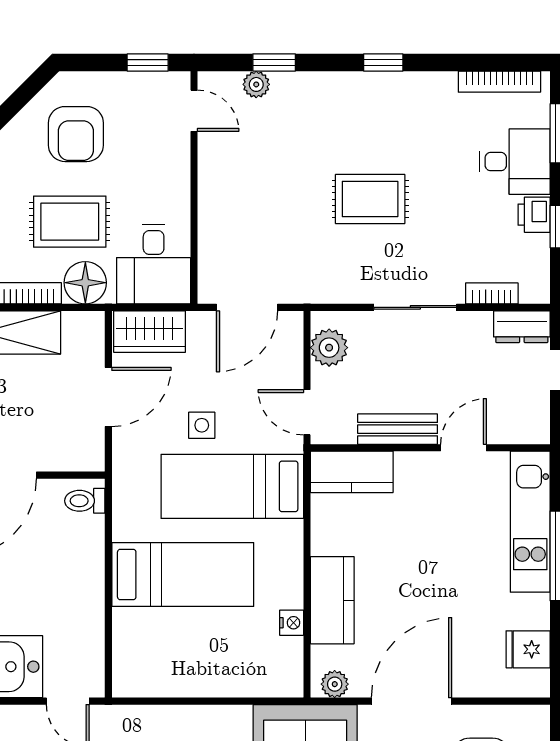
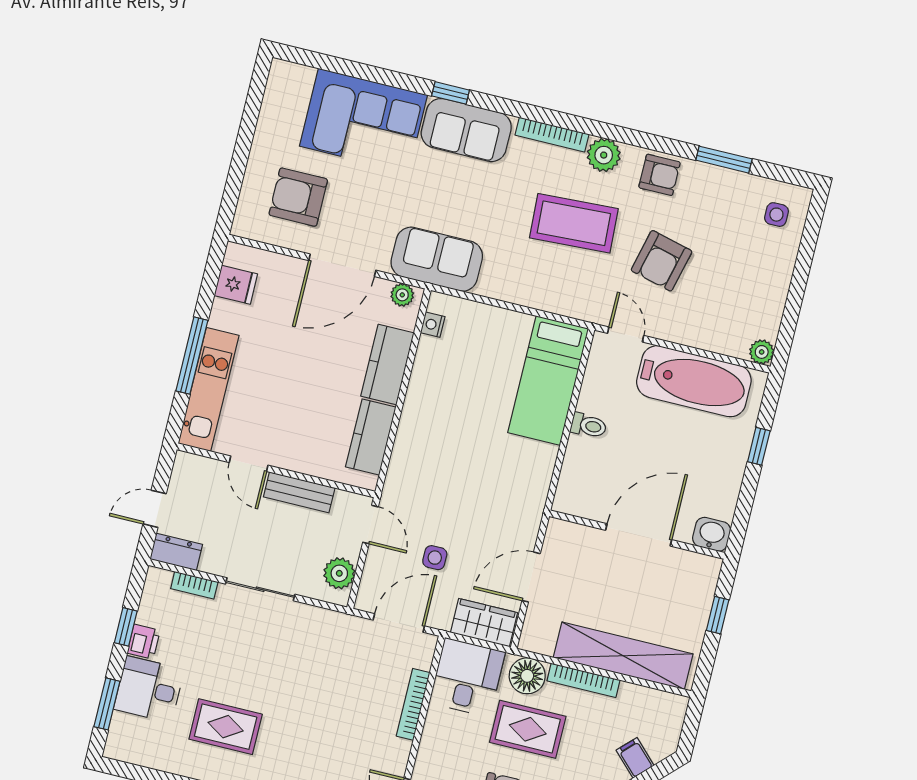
bookcase: (499, 82) -> (413, 704), moved, turned -90
rug: (370, 199) -> (226, 727), moved
side table: (202, 425) -> (435, 558), moved
door: (463, 448) -> (249, 464), hinge flipped
kitchen counter: (352, 472) -> (371, 437), moved, turned -90
bed: (232, 486) -> (447, 478), removed
toilet: (85, 501) -> (589, 426), moved
bed: (183, 575) -> (548, 380), moved, turned -90
nightstand: (292, 623) -> (433, 325), moved

